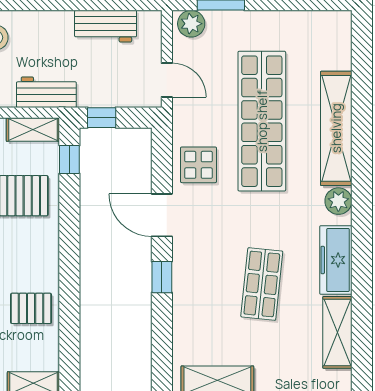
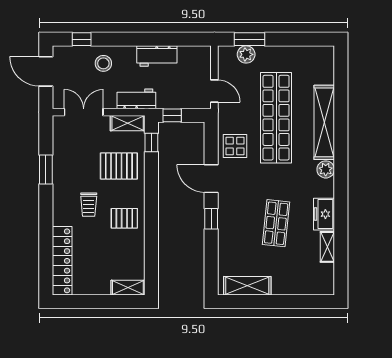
plant: (191, 24) -> (246, 54), moved
workbench: (106, 26) -> (157, 56), moved
freezer: (336, 260) -> (324, 214), width x0.71
pallet: (31, 308) -> (124, 218), moved
shelving: (337, 332) -> (327, 247), width x0.67, depth x0.75

